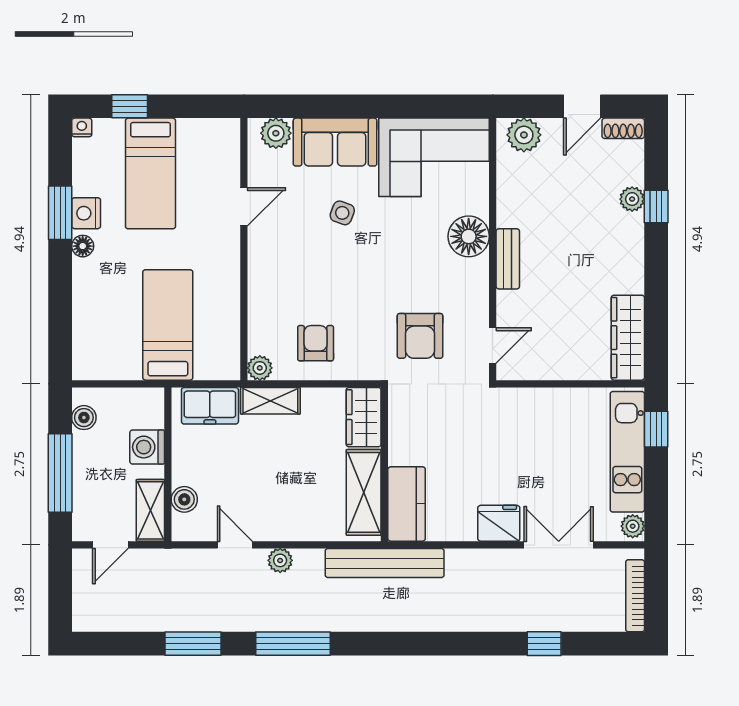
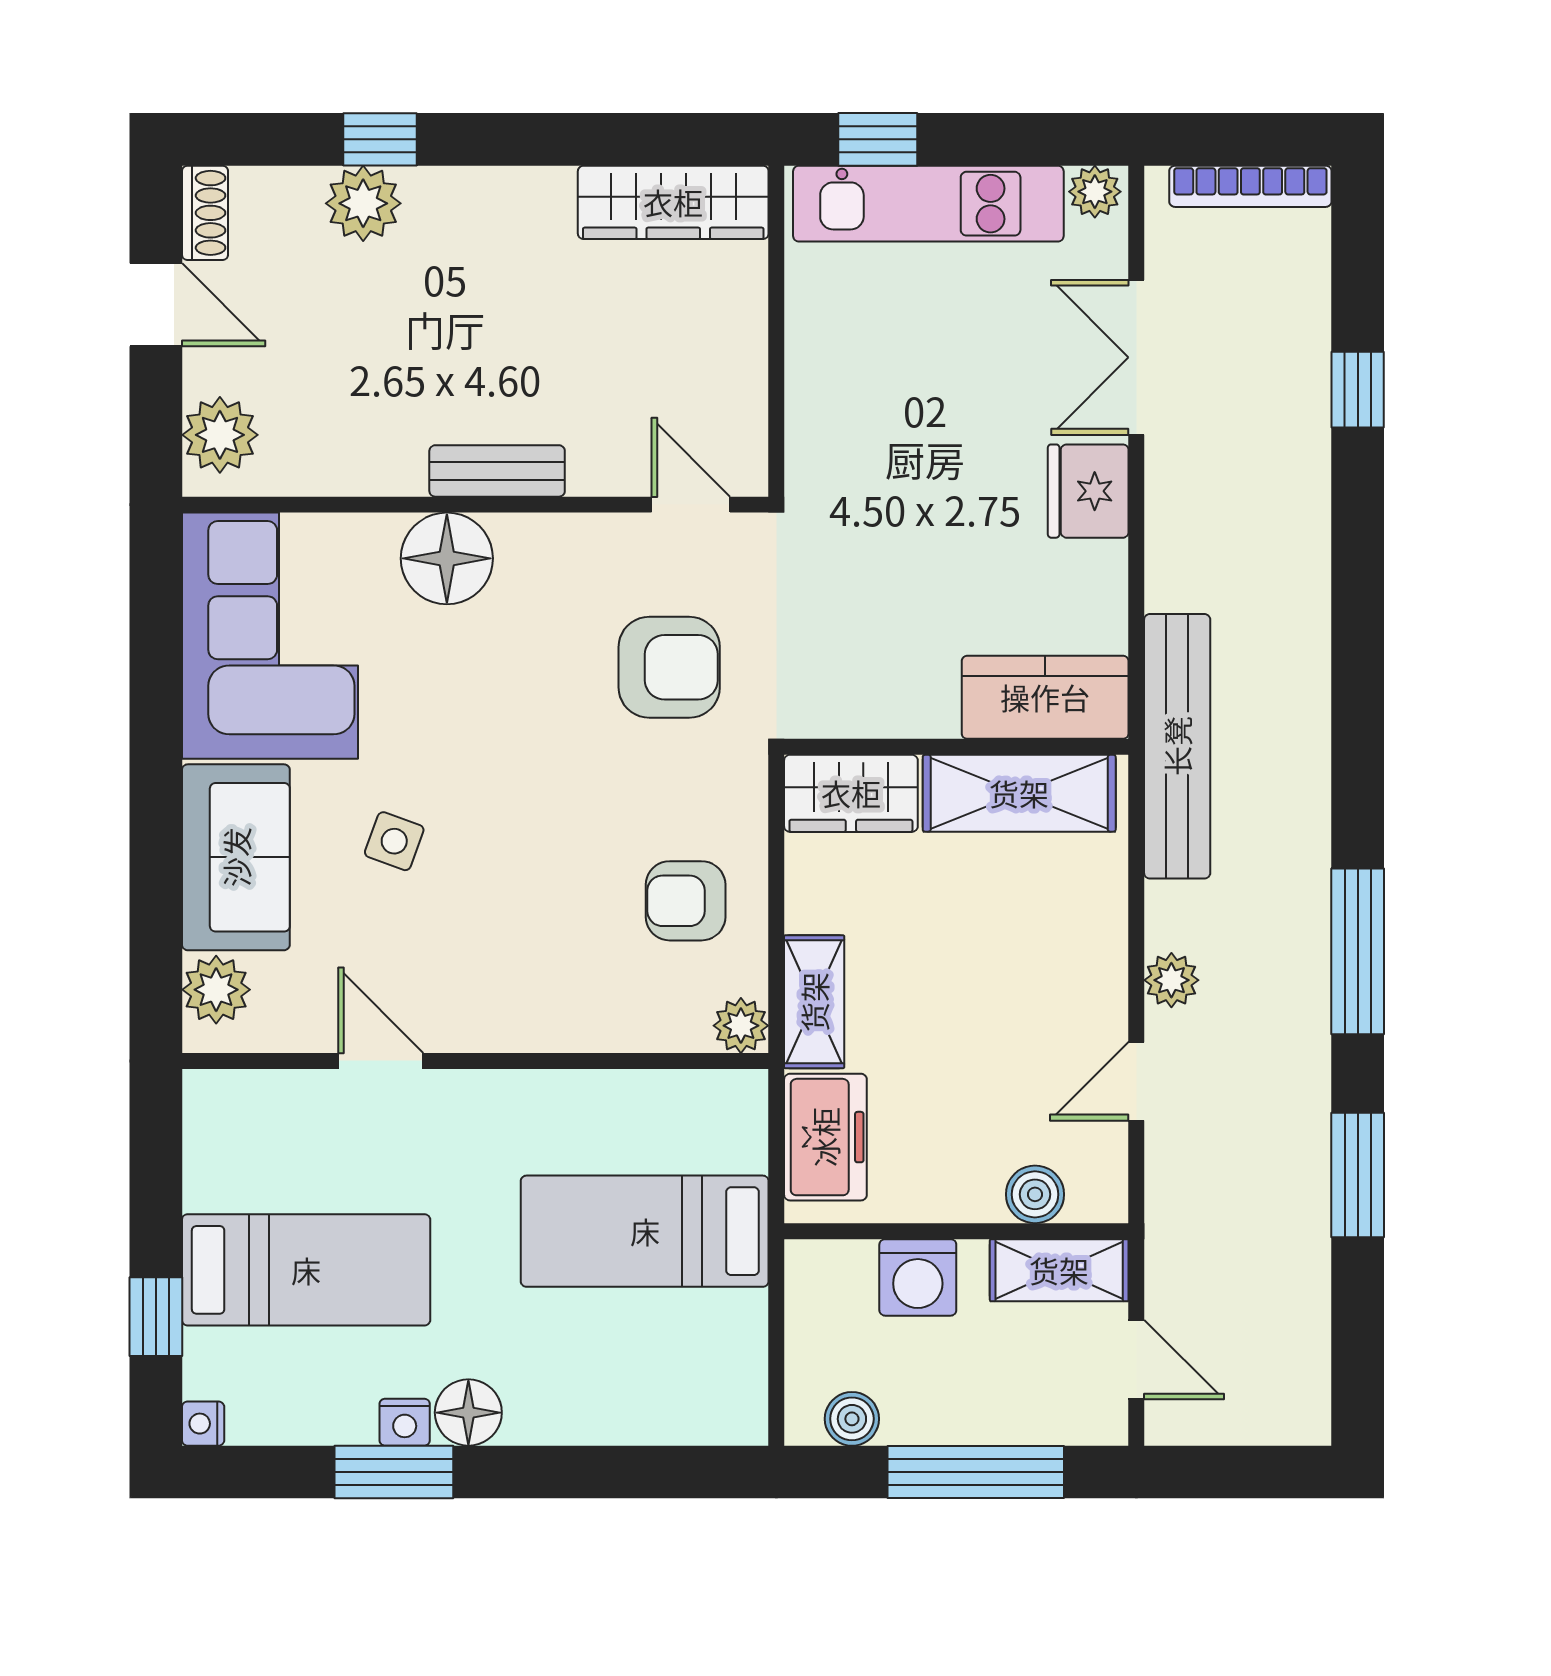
plant: (632, 199) -> (363, 203), width x1.38, depth x1.38
nightstand: (86, 213) -> (405, 1422), width x0.72, depth x0.74
floor lamp: (83, 246) -> (468, 1413), width x1.37, depth x1.37

